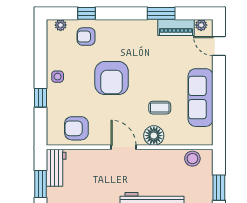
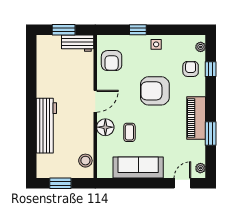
piano: (176, 27) -> (196, 118), moved, width x1.37, depth x1.33
armchair: (76, 128) -> (112, 61), turned 180

